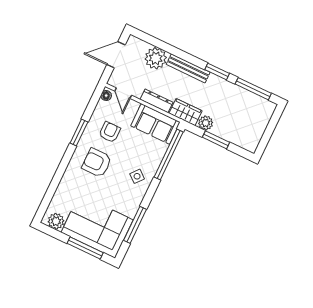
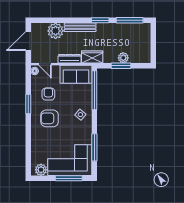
plant: (206, 123) -> (123, 58), moved

